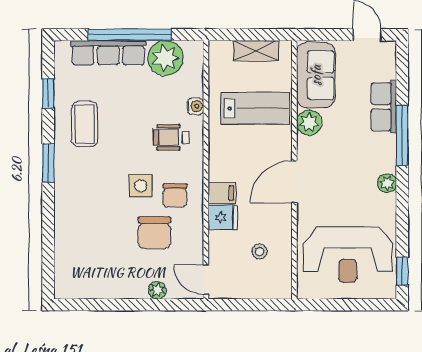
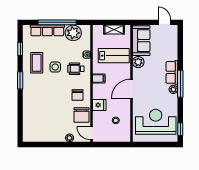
row of seats: (384, 107) -> (172, 72), moved
window: (402, 136) -> (180, 84), moved
side table: (141, 186) -> (55, 67), moved
filing cabinet: (222, 193) -> (99, 78), moved
chair: (154, 233) -> (82, 115), moved
reception desk: (348, 255) -> (156, 122), turned 180

